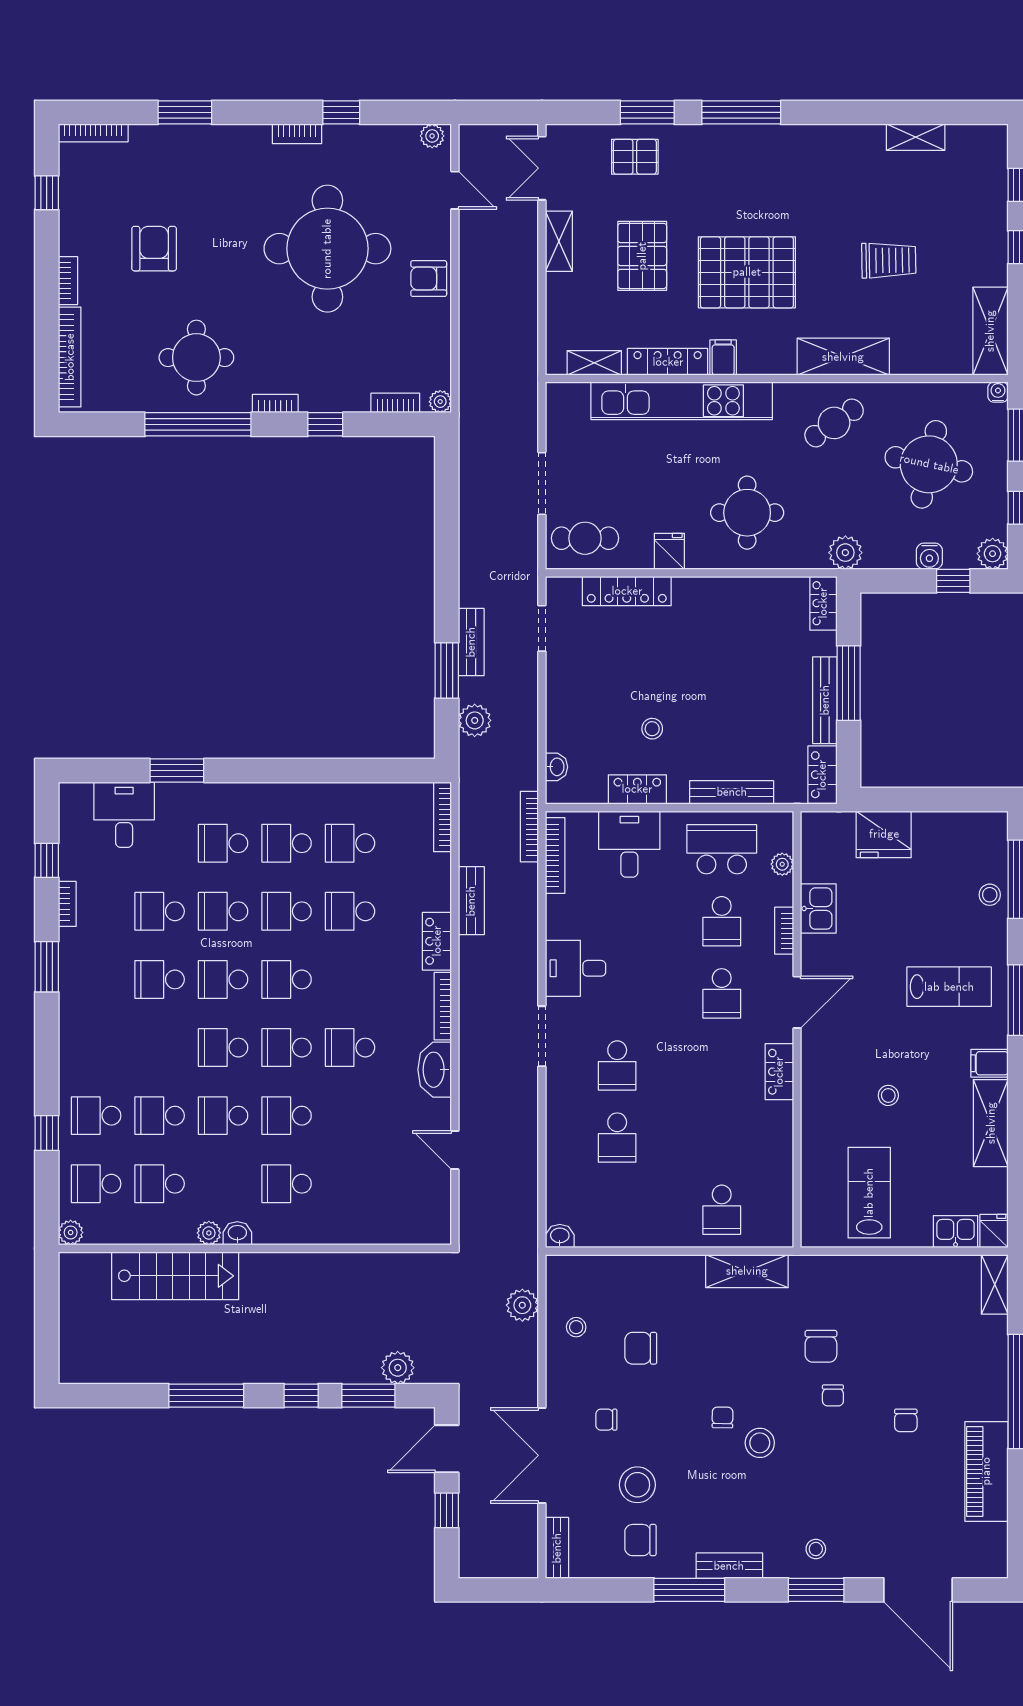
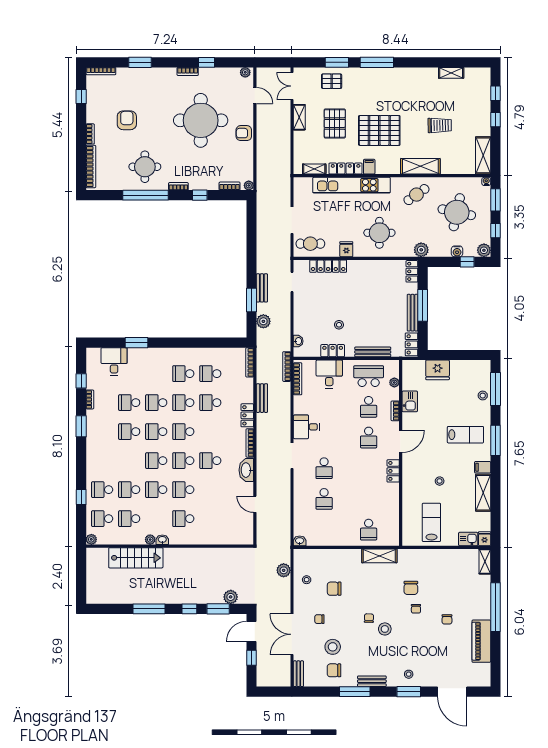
school desk: (223, 843) -> (156, 374), removed

